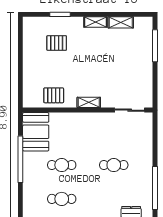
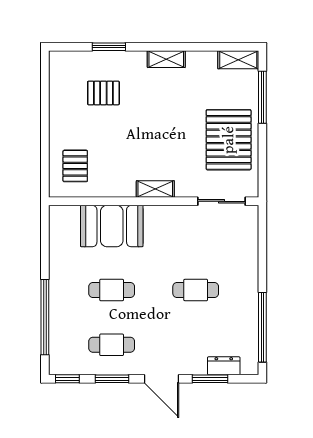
shelving: (121, 22) -> (238, 60), moved
pallet: (134, 72) -> (229, 140), added
pallet: (54, 95) -> (75, 166), moved, turned 90
booth: (36, 132) -> (112, 226), moved, turned 90
window: (20, 159) -> (45, 317), moved

